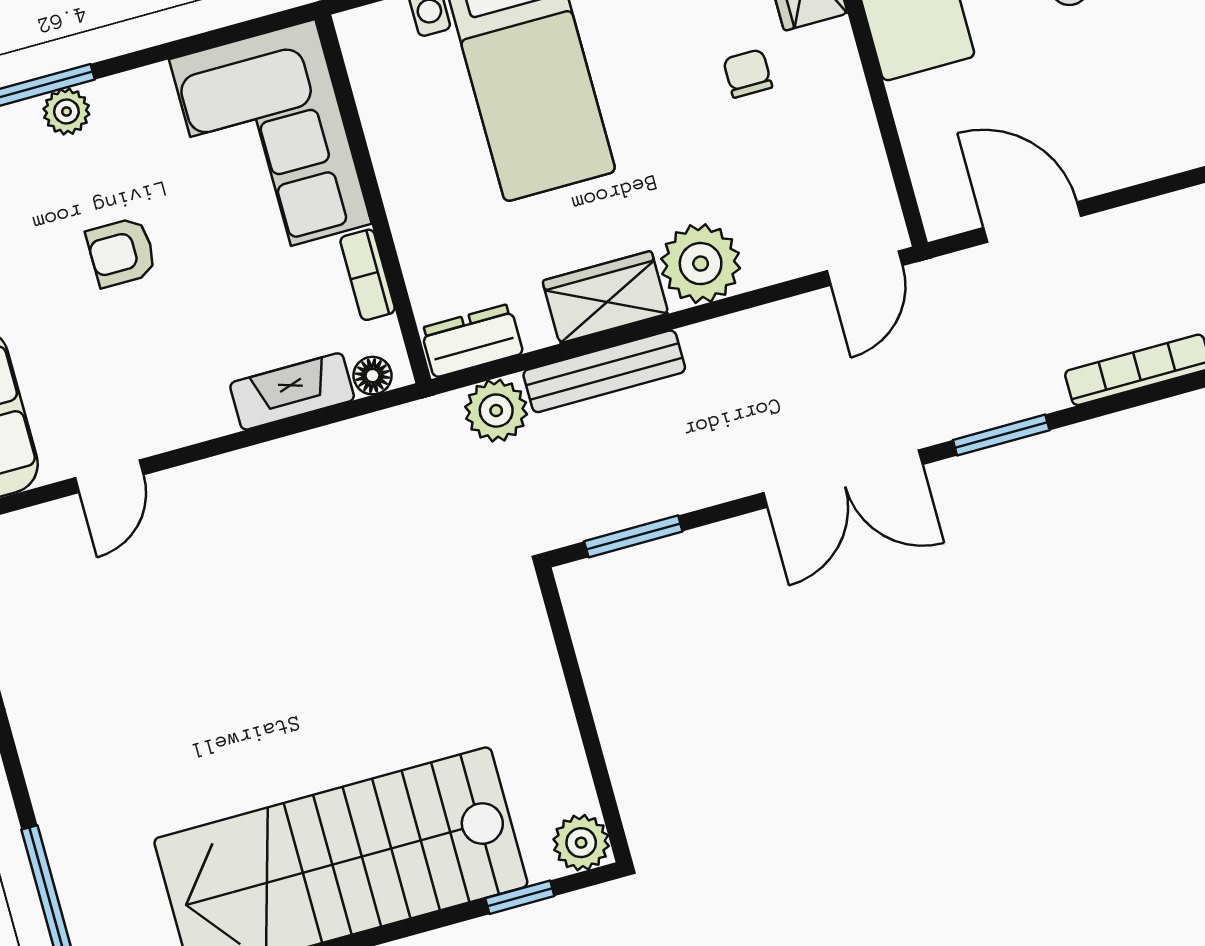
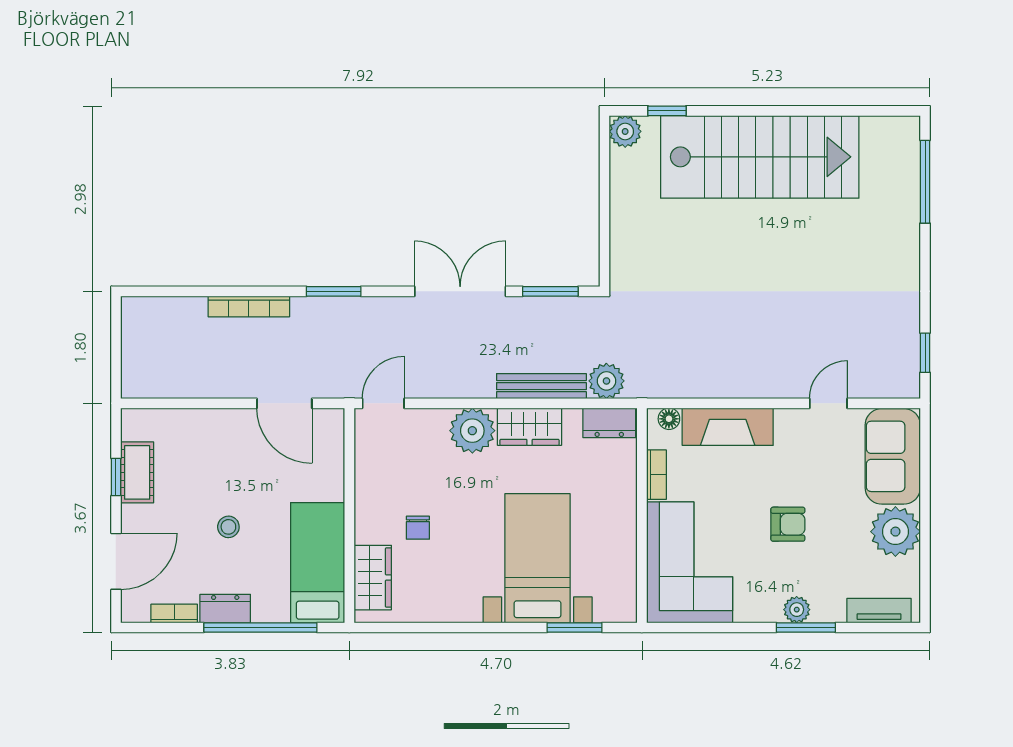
fireplace: (292, 391) -> (728, 427), width x1.37, depth x1.32
double door: (843, 479) -> (460, 291), moved

